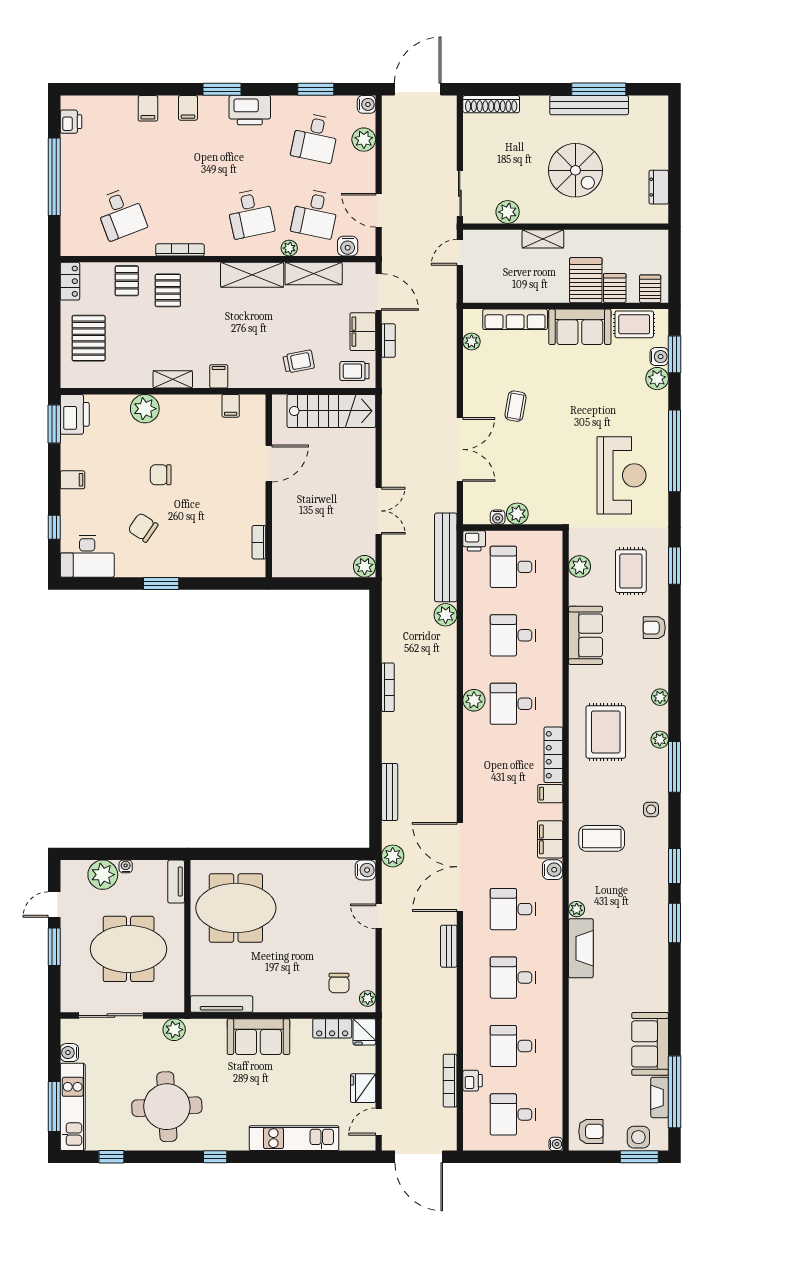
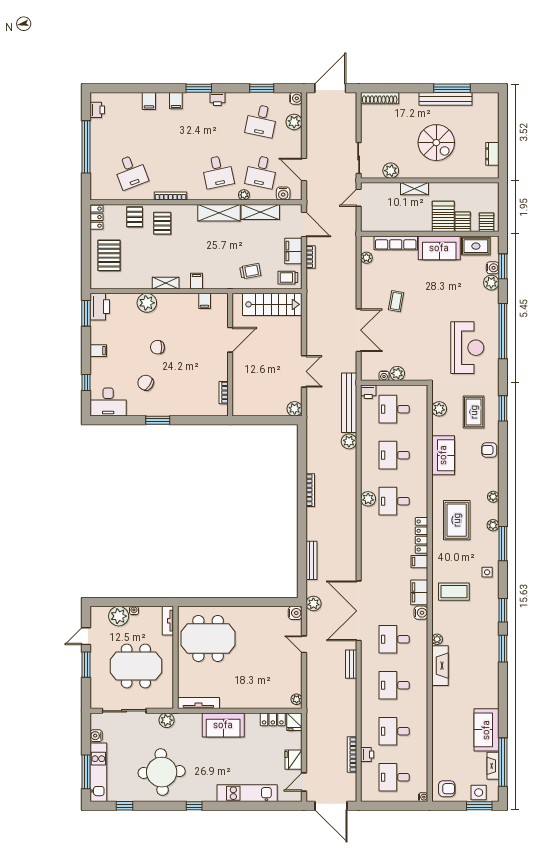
printer: (250, 110) -> (217, 99), width x0.53, depth x0.68
chair: (339, 983) -> (277, 689), removed

